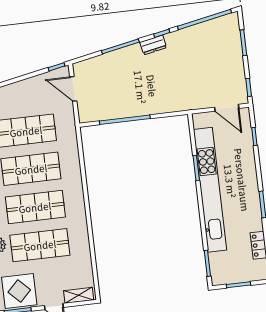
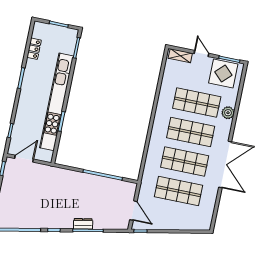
dresser: (153, 45) -> (83, 224), moved
door: (227, 108) -> (24, 159), hinge flipped

